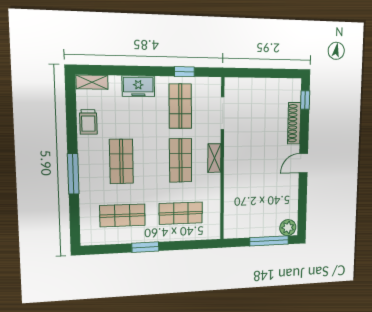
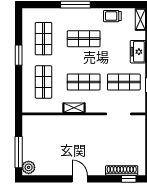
shoe rack: (294, 123) -> (122, 171), moved
shelving: (214, 158) -> (74, 108), moved

